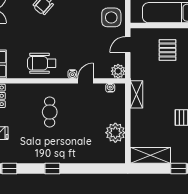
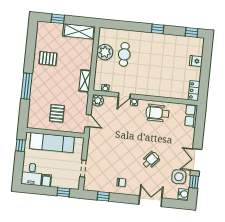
side table: (111, 17) -> (99, 144), removed
door: (128, 45) -> (88, 121), hinge flipped
wheelchair: (42, 63) -> (158, 113), turned 180
cafe table: (50, 112) -> (124, 54), moved

